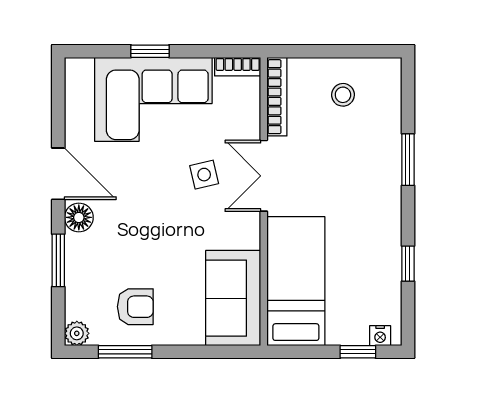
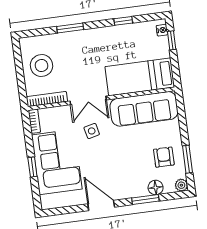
stool: (343, 95) -> (41, 66), width x1.89, depth x1.89
door: (58, 174) -> (101, 205), hinge flipped
floor lamp: (79, 217) -> (156, 188), moved
sofa: (233, 298) -> (144, 109), width x1.36

